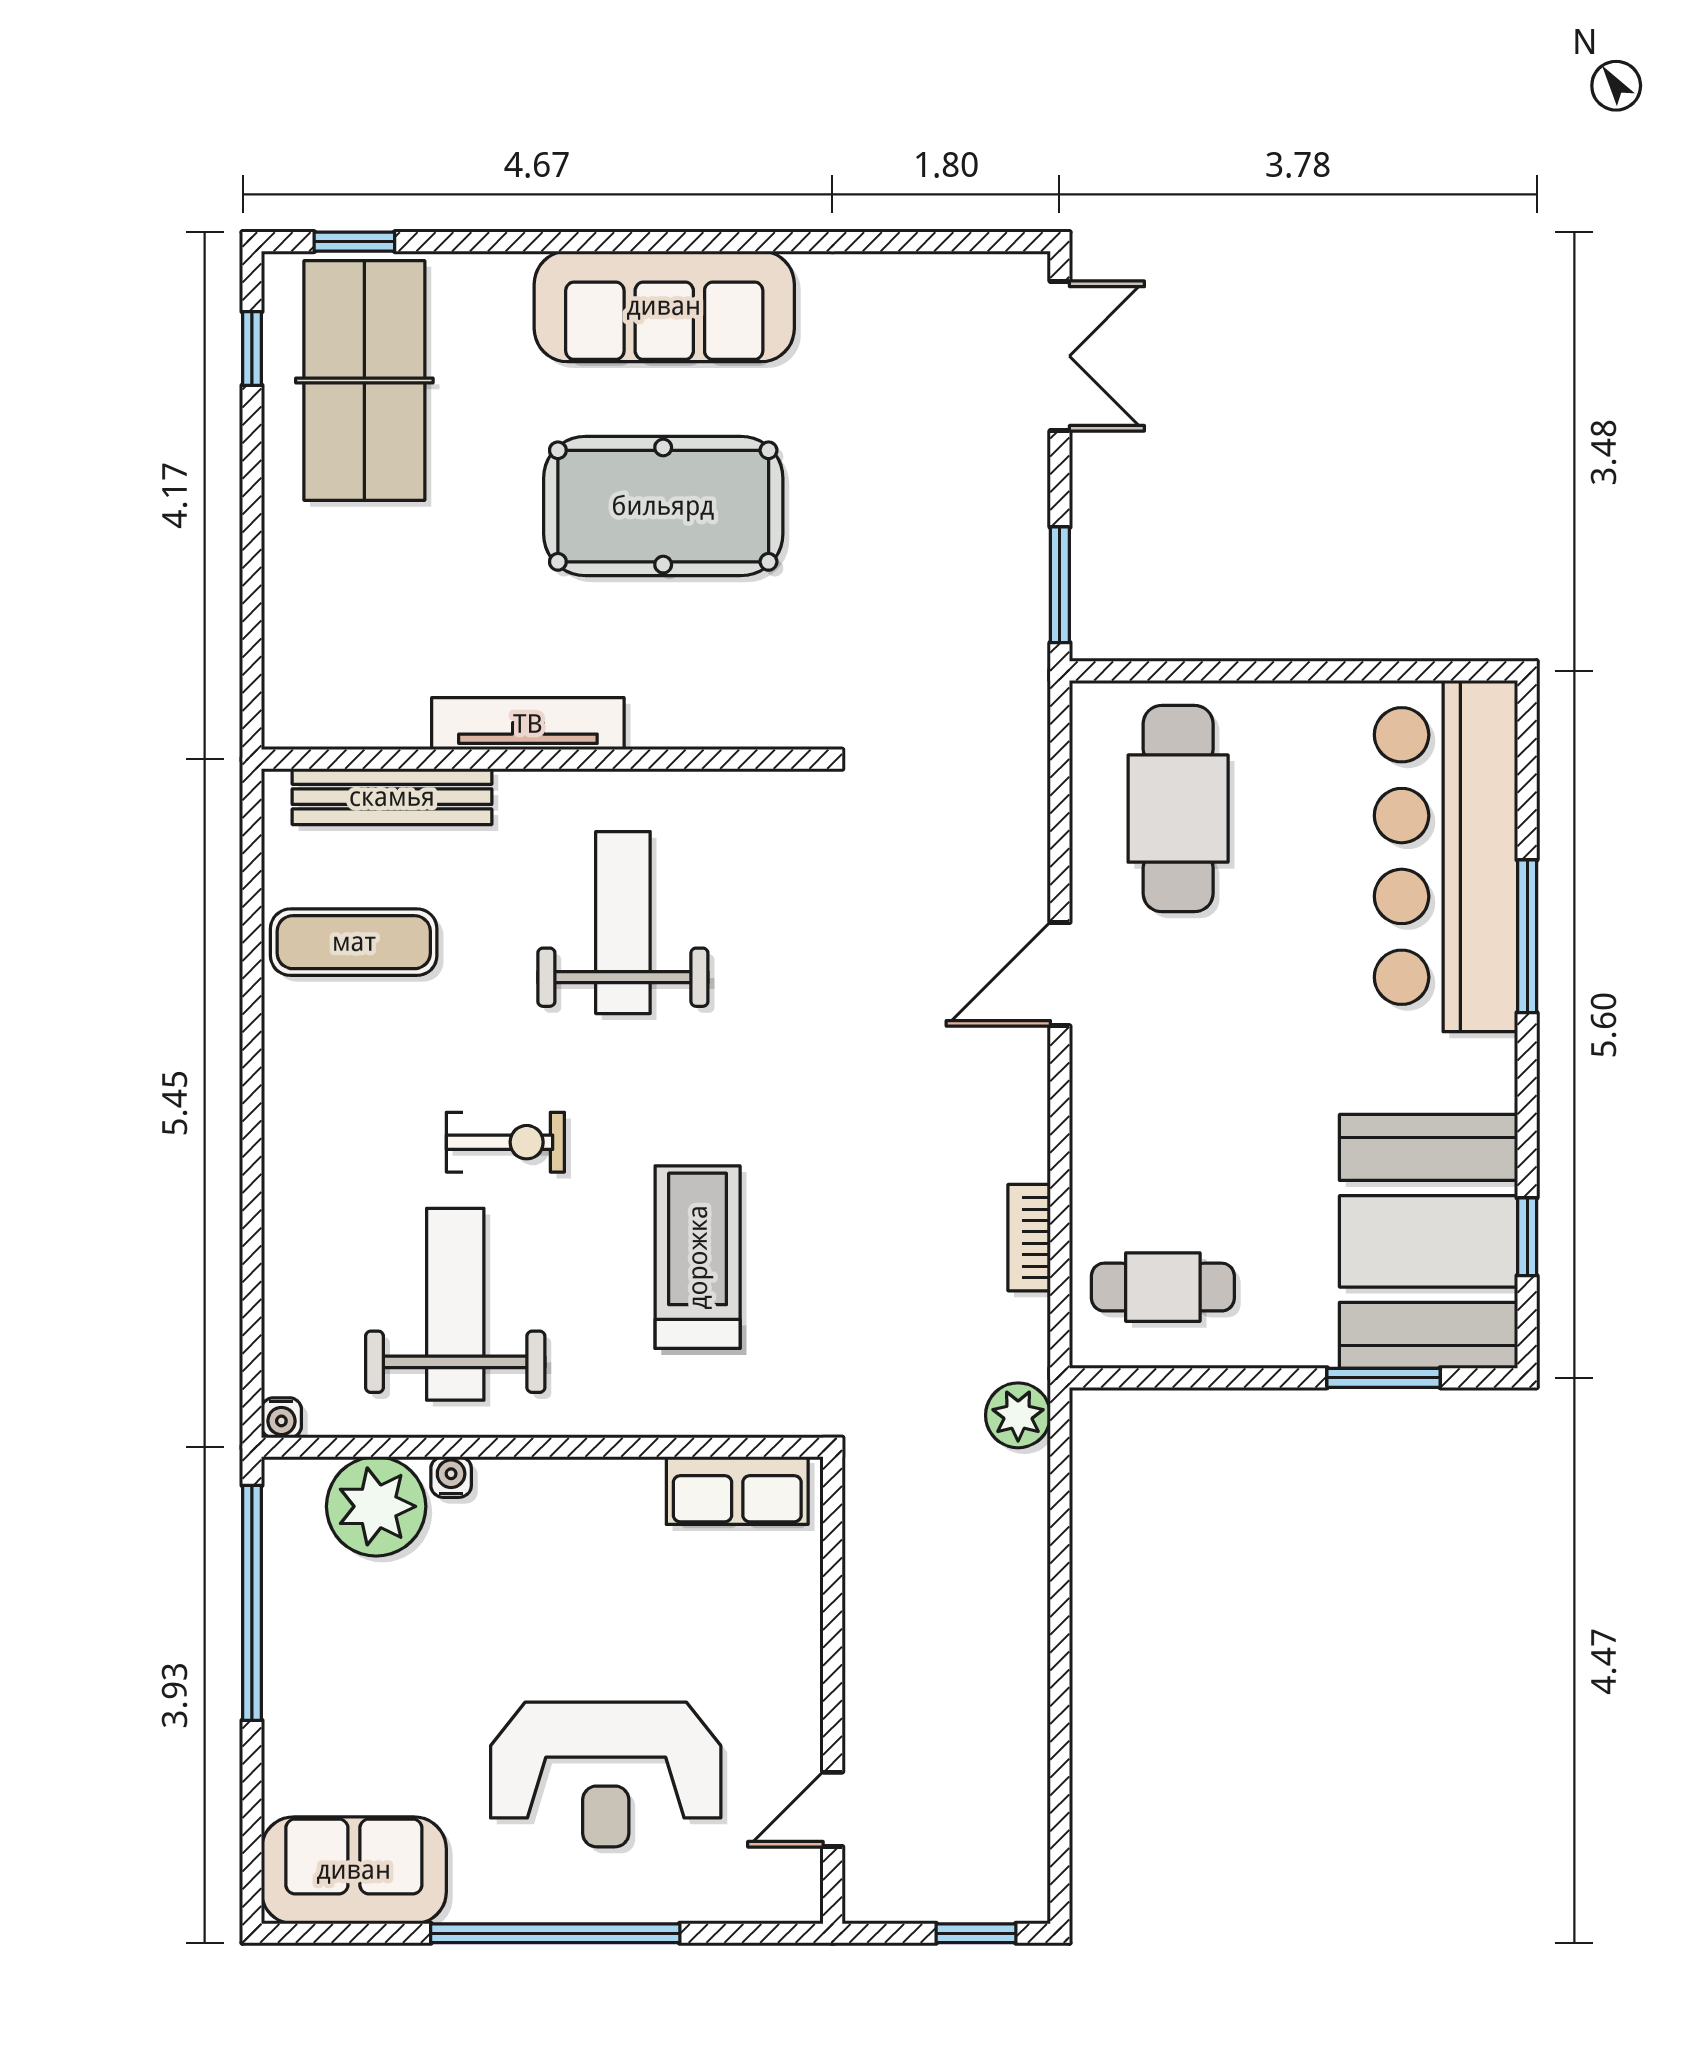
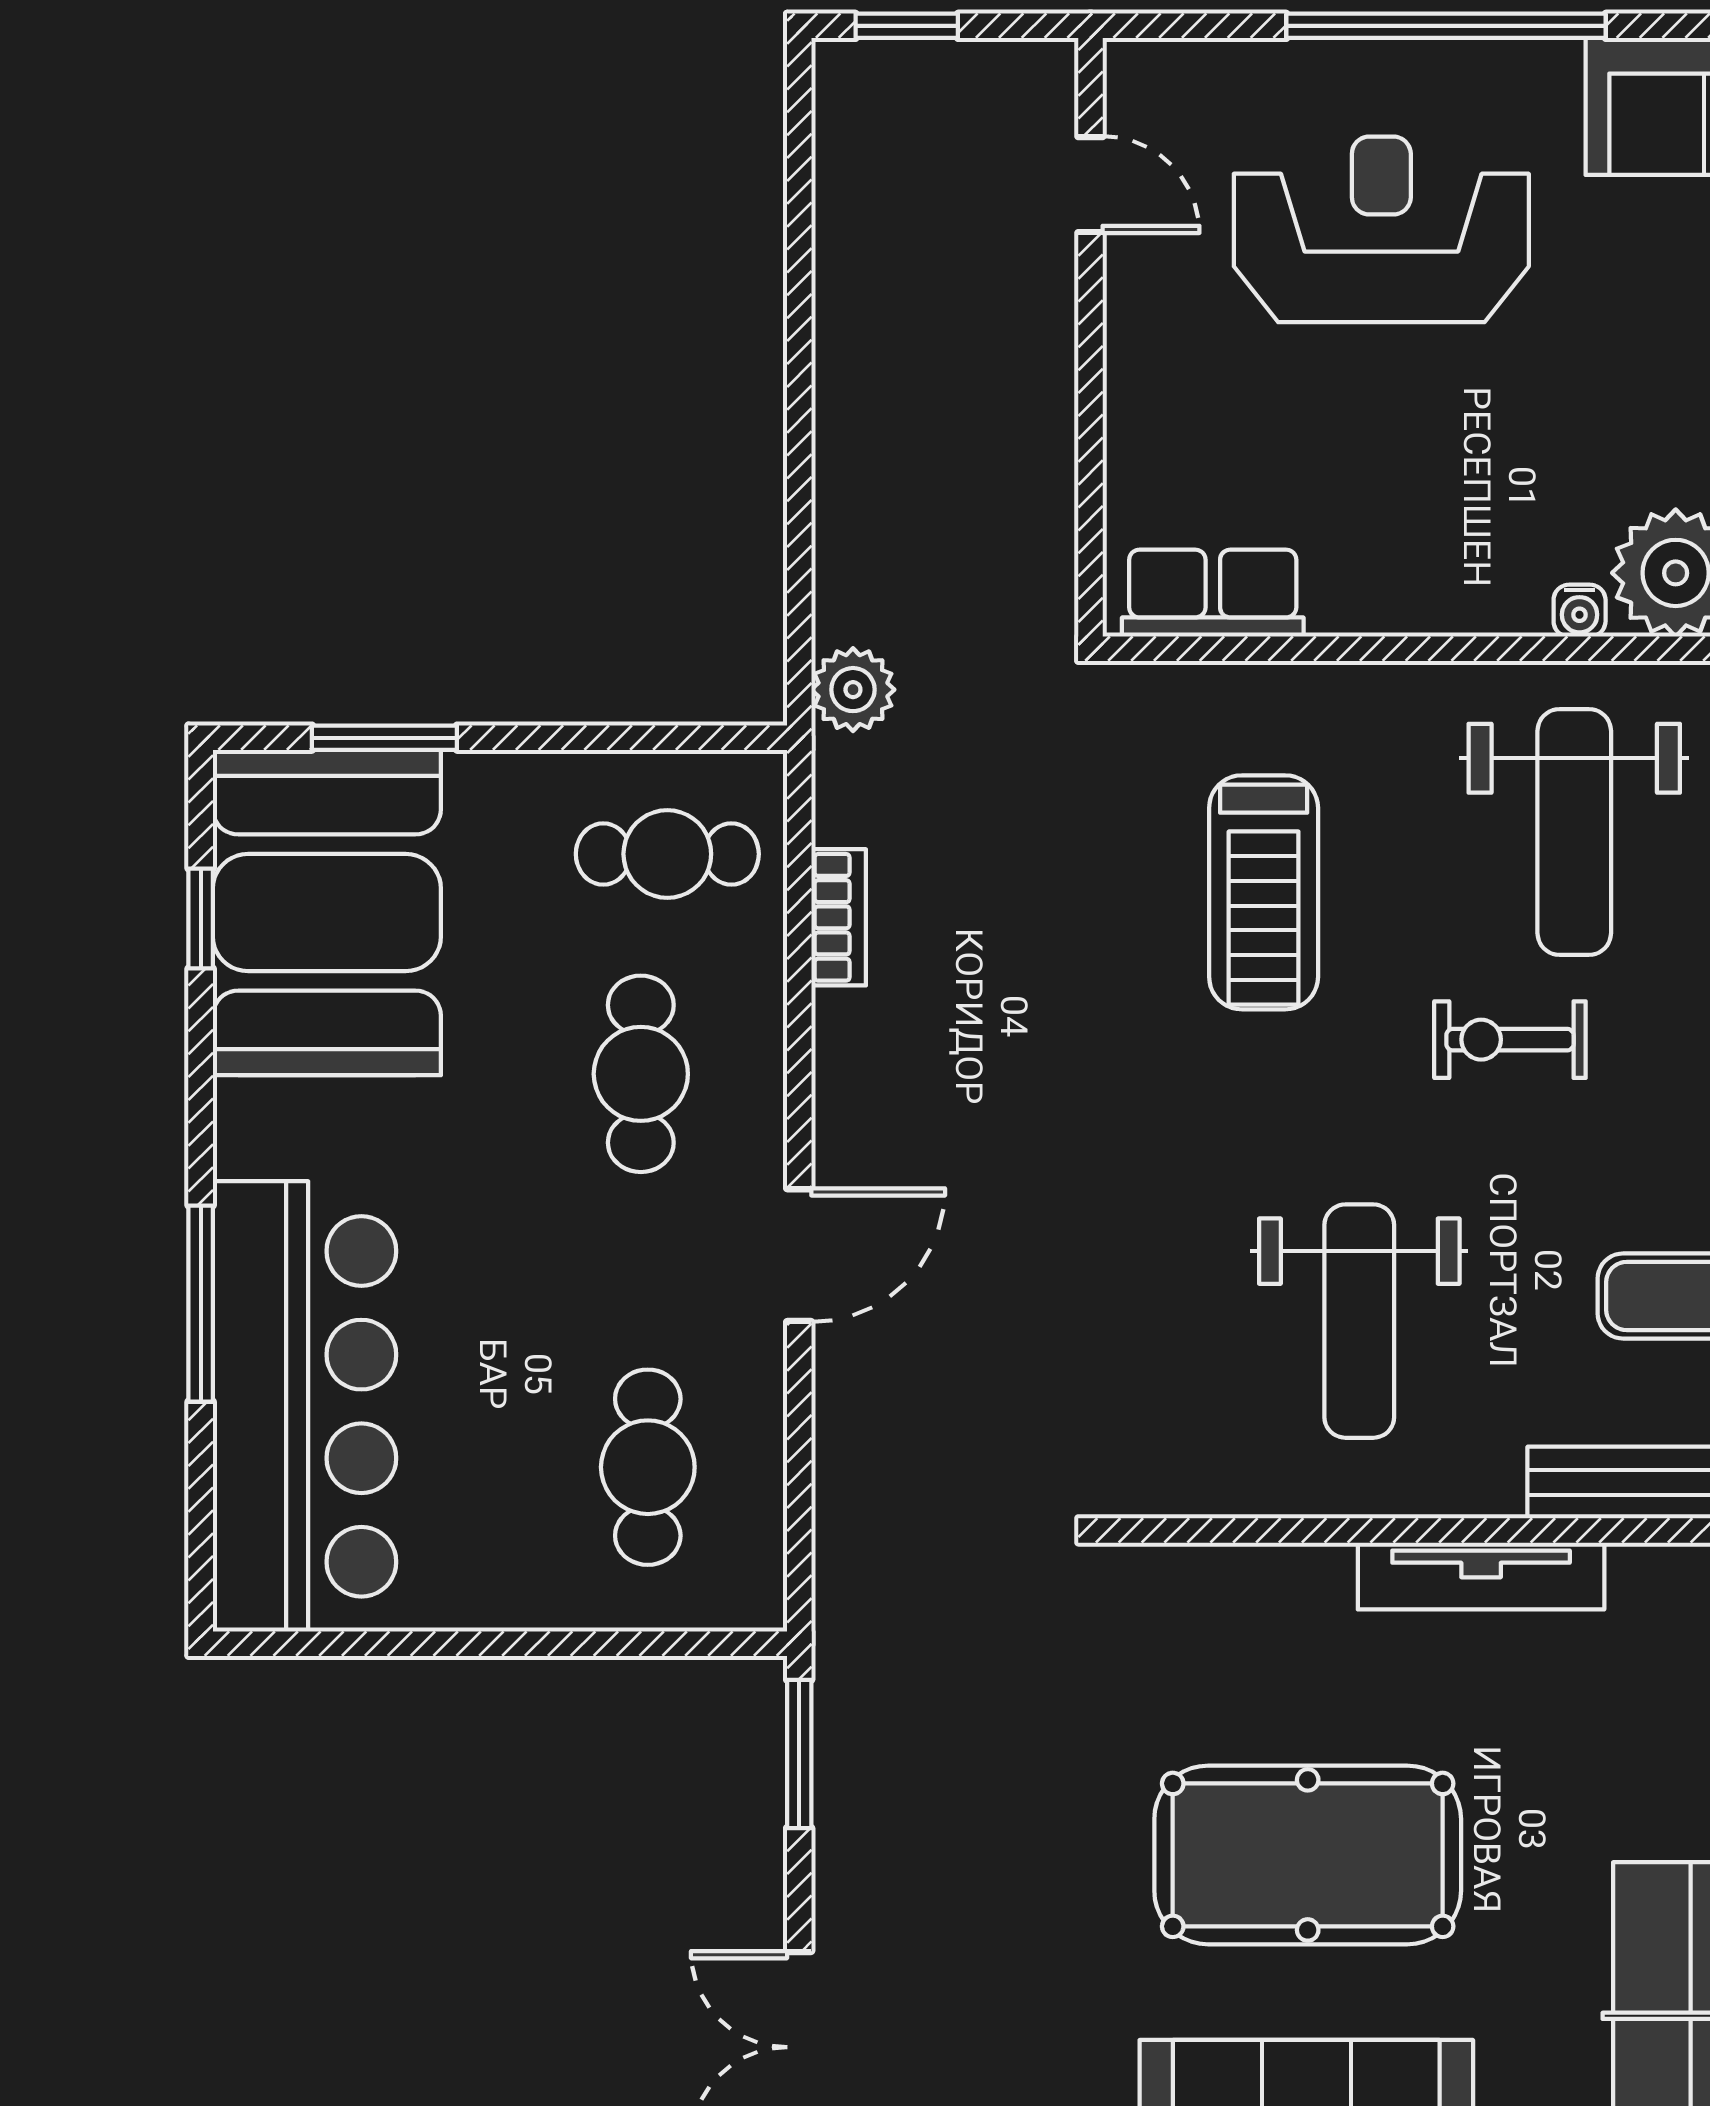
cafe table: (1178, 809) -> (648, 1467), width x0.73, depth x0.74
cafe table: (1184, 1115) -> (641, 1074), added
door: (833, 1809) -> (1090, 185), hinge flipped

